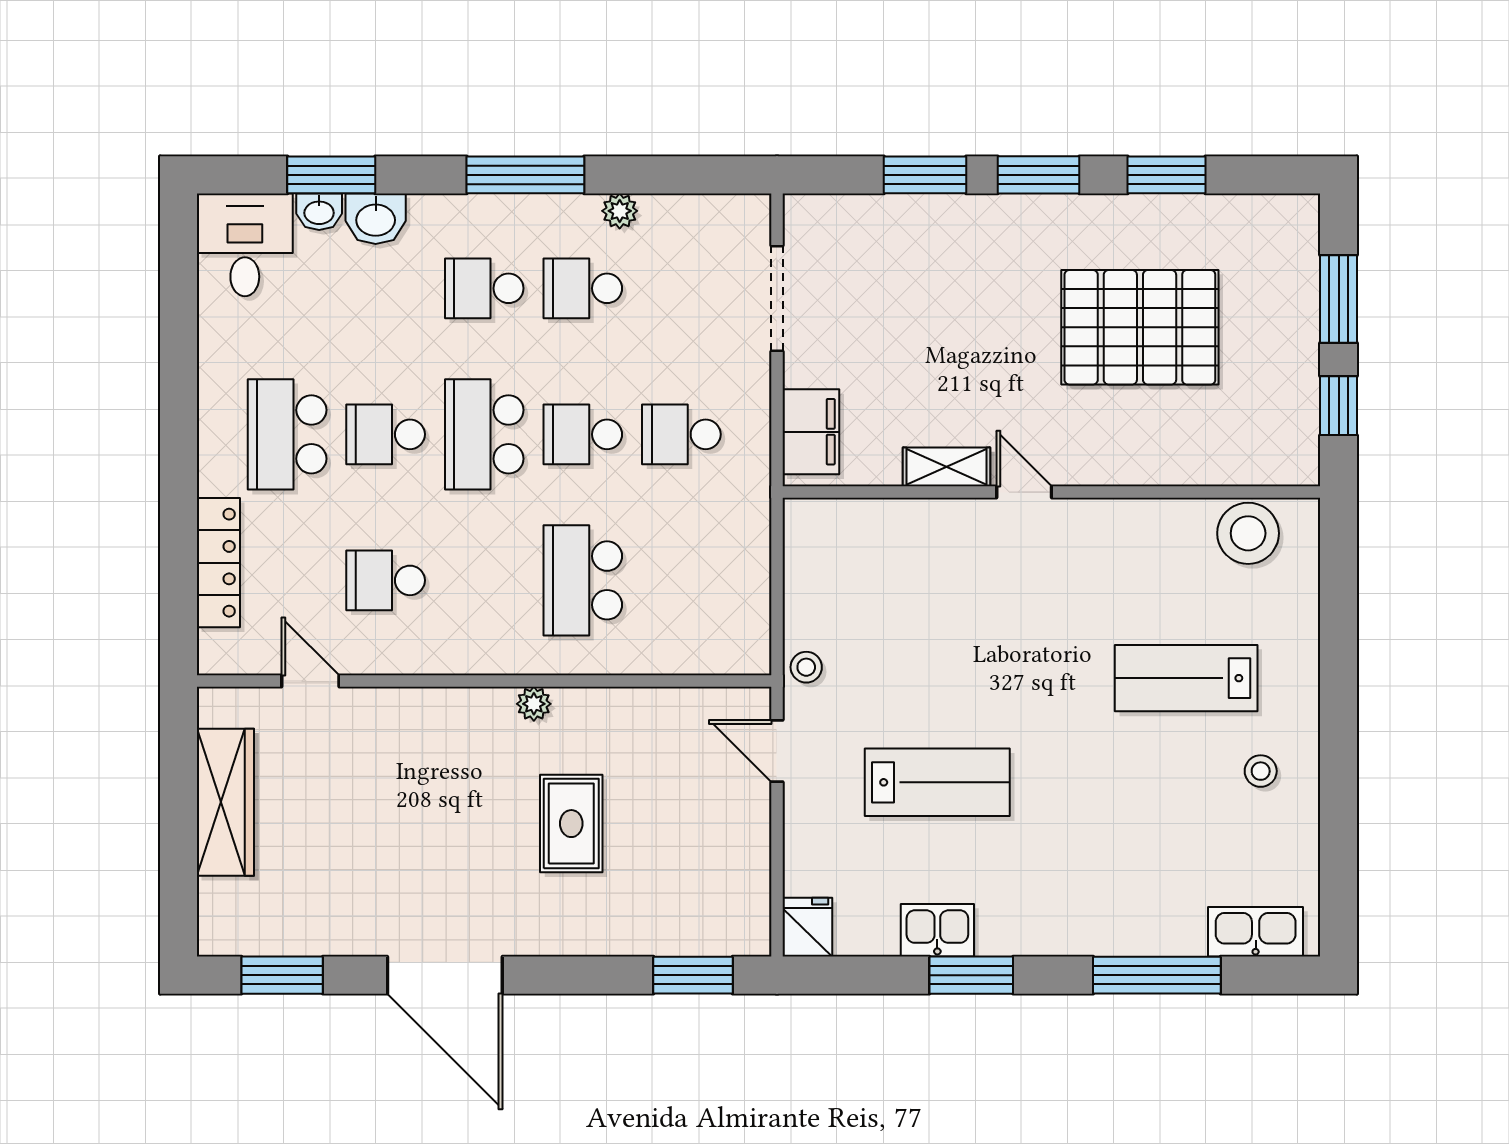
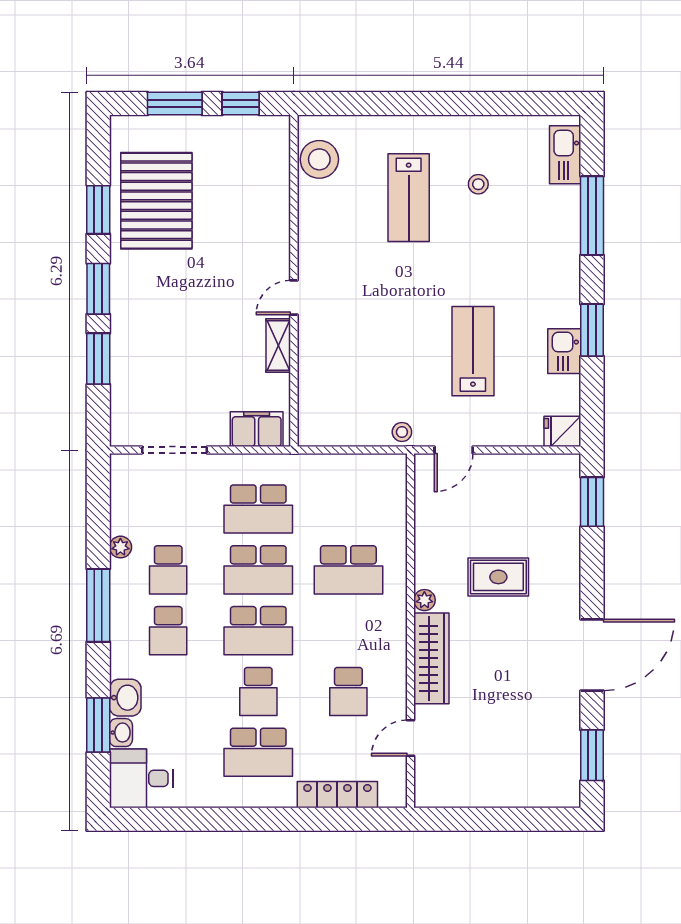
pallet: (1140, 327) -> (156, 201), moved
school desk: (583, 434) -> (258, 570), width x1.85
school desk: (681, 434) -> (258, 509), width x1.85
stool: (1261, 771) -> (478, 184), moved
wardrobe: (225, 802) -> (431, 658), moved, turned 90

